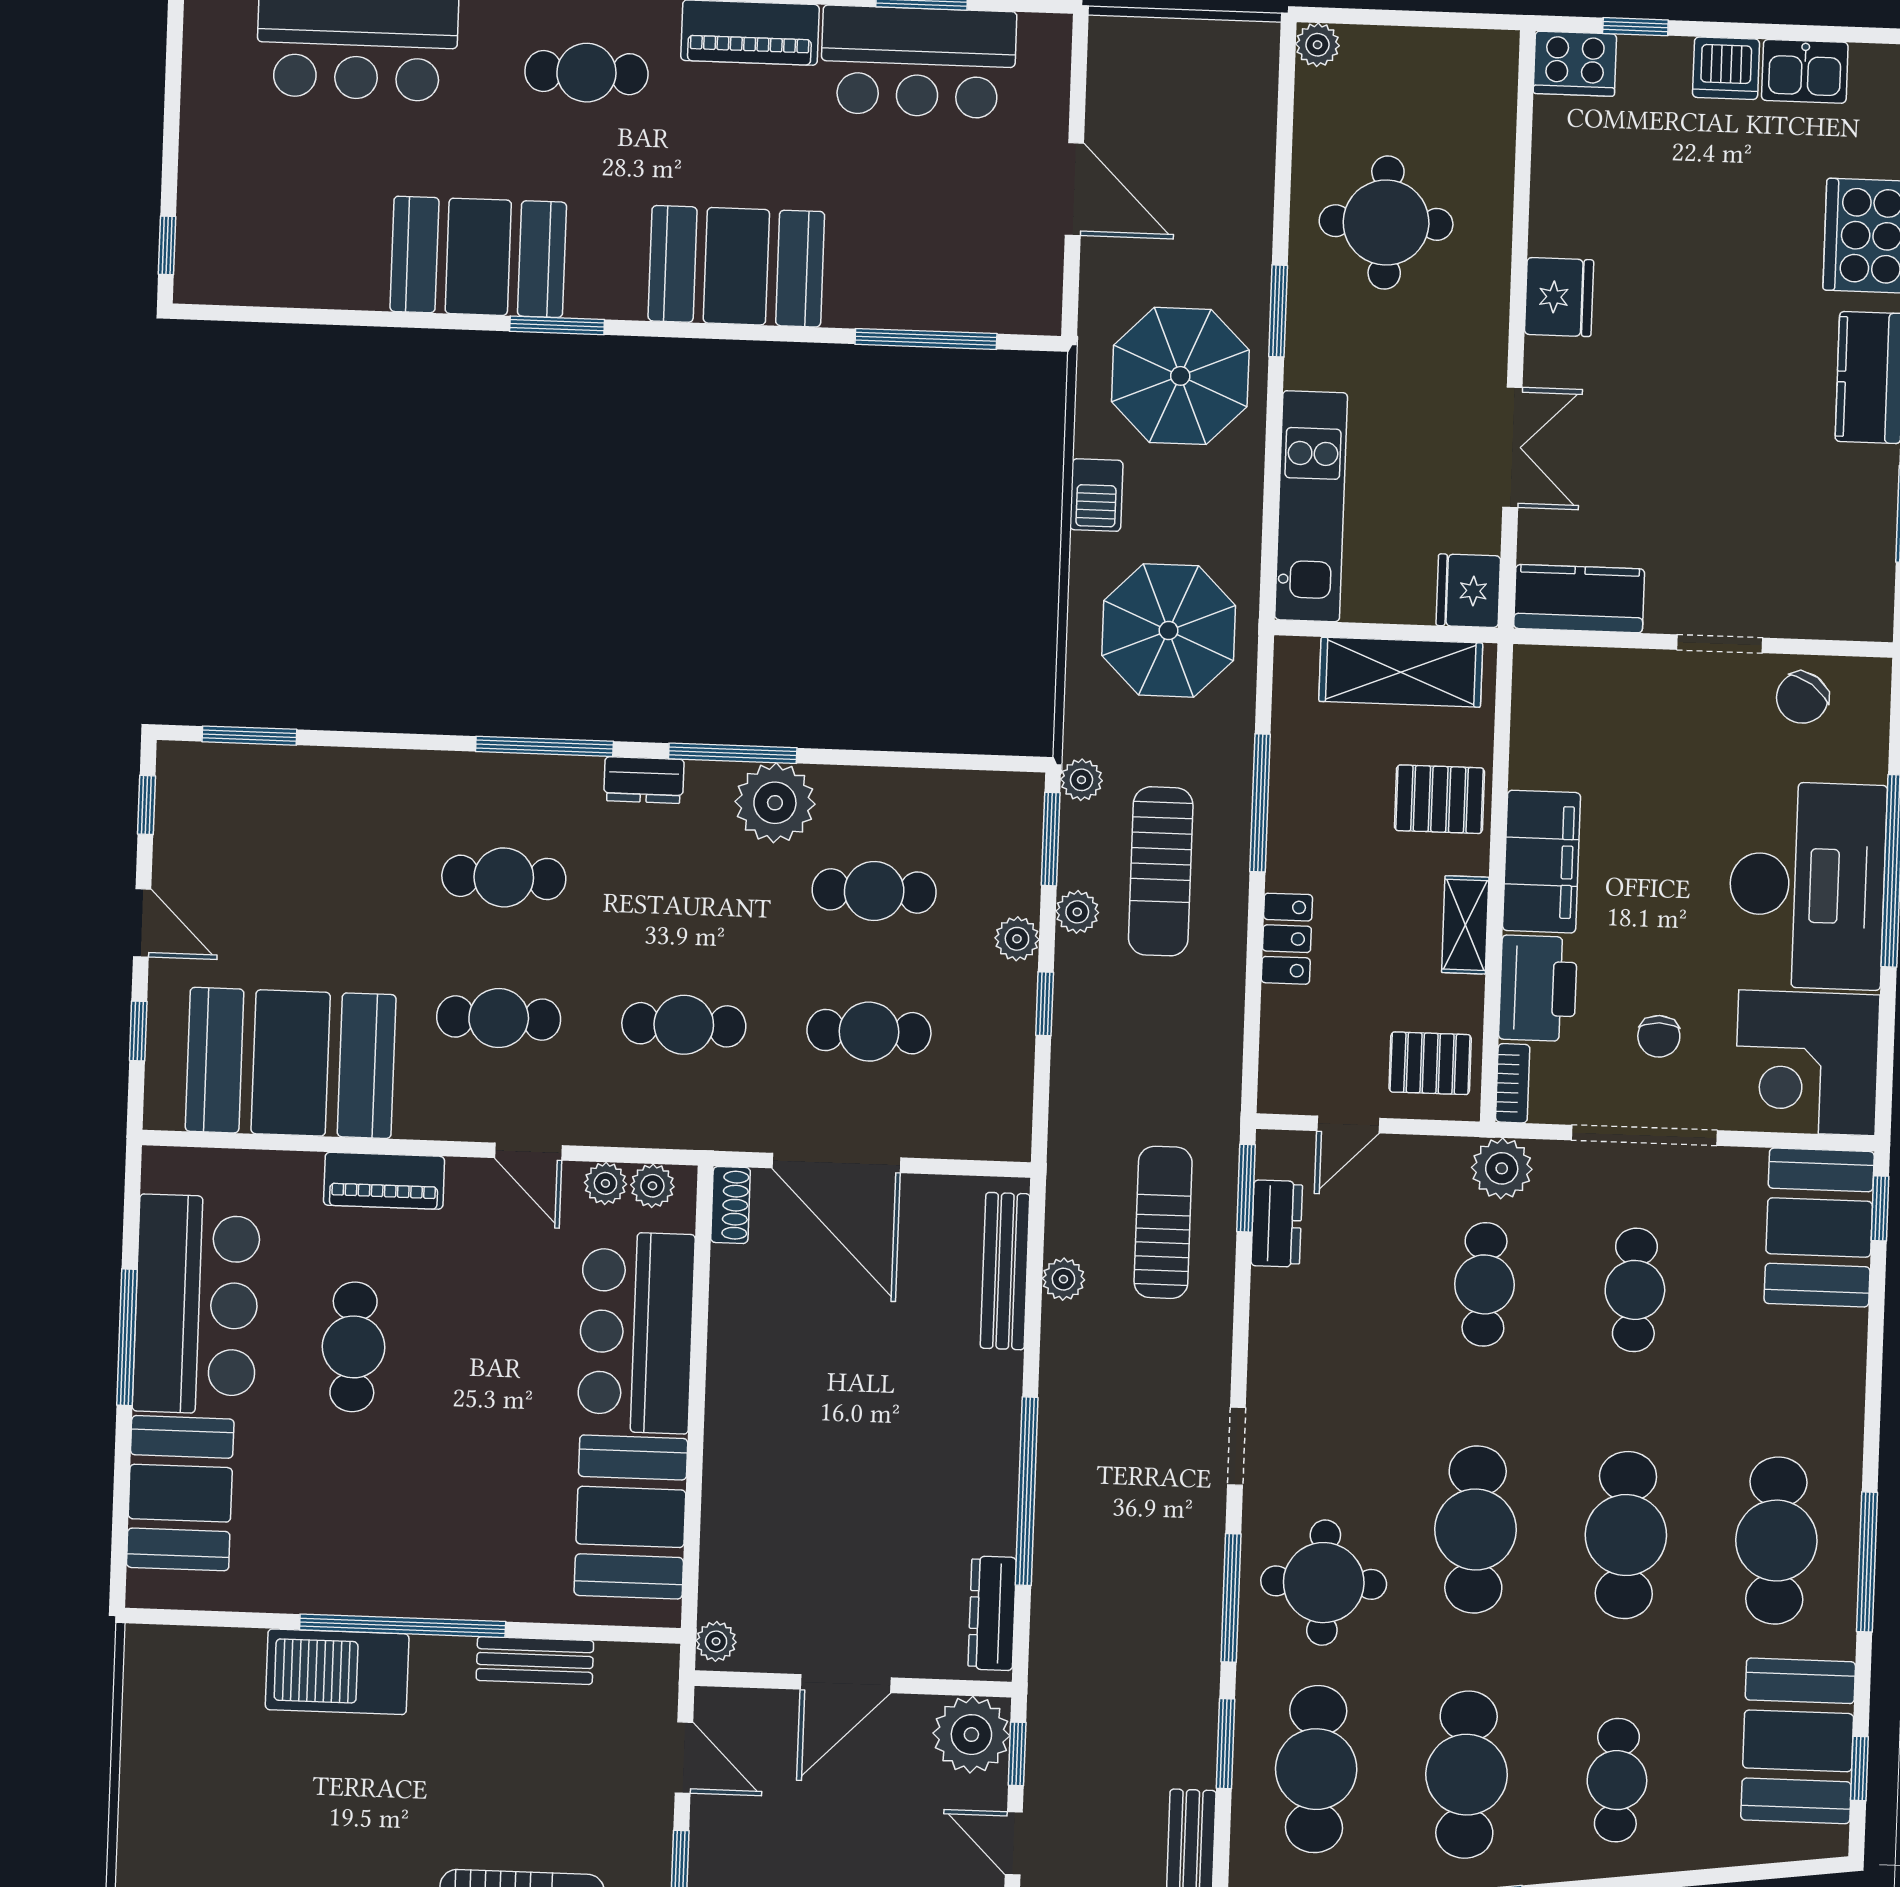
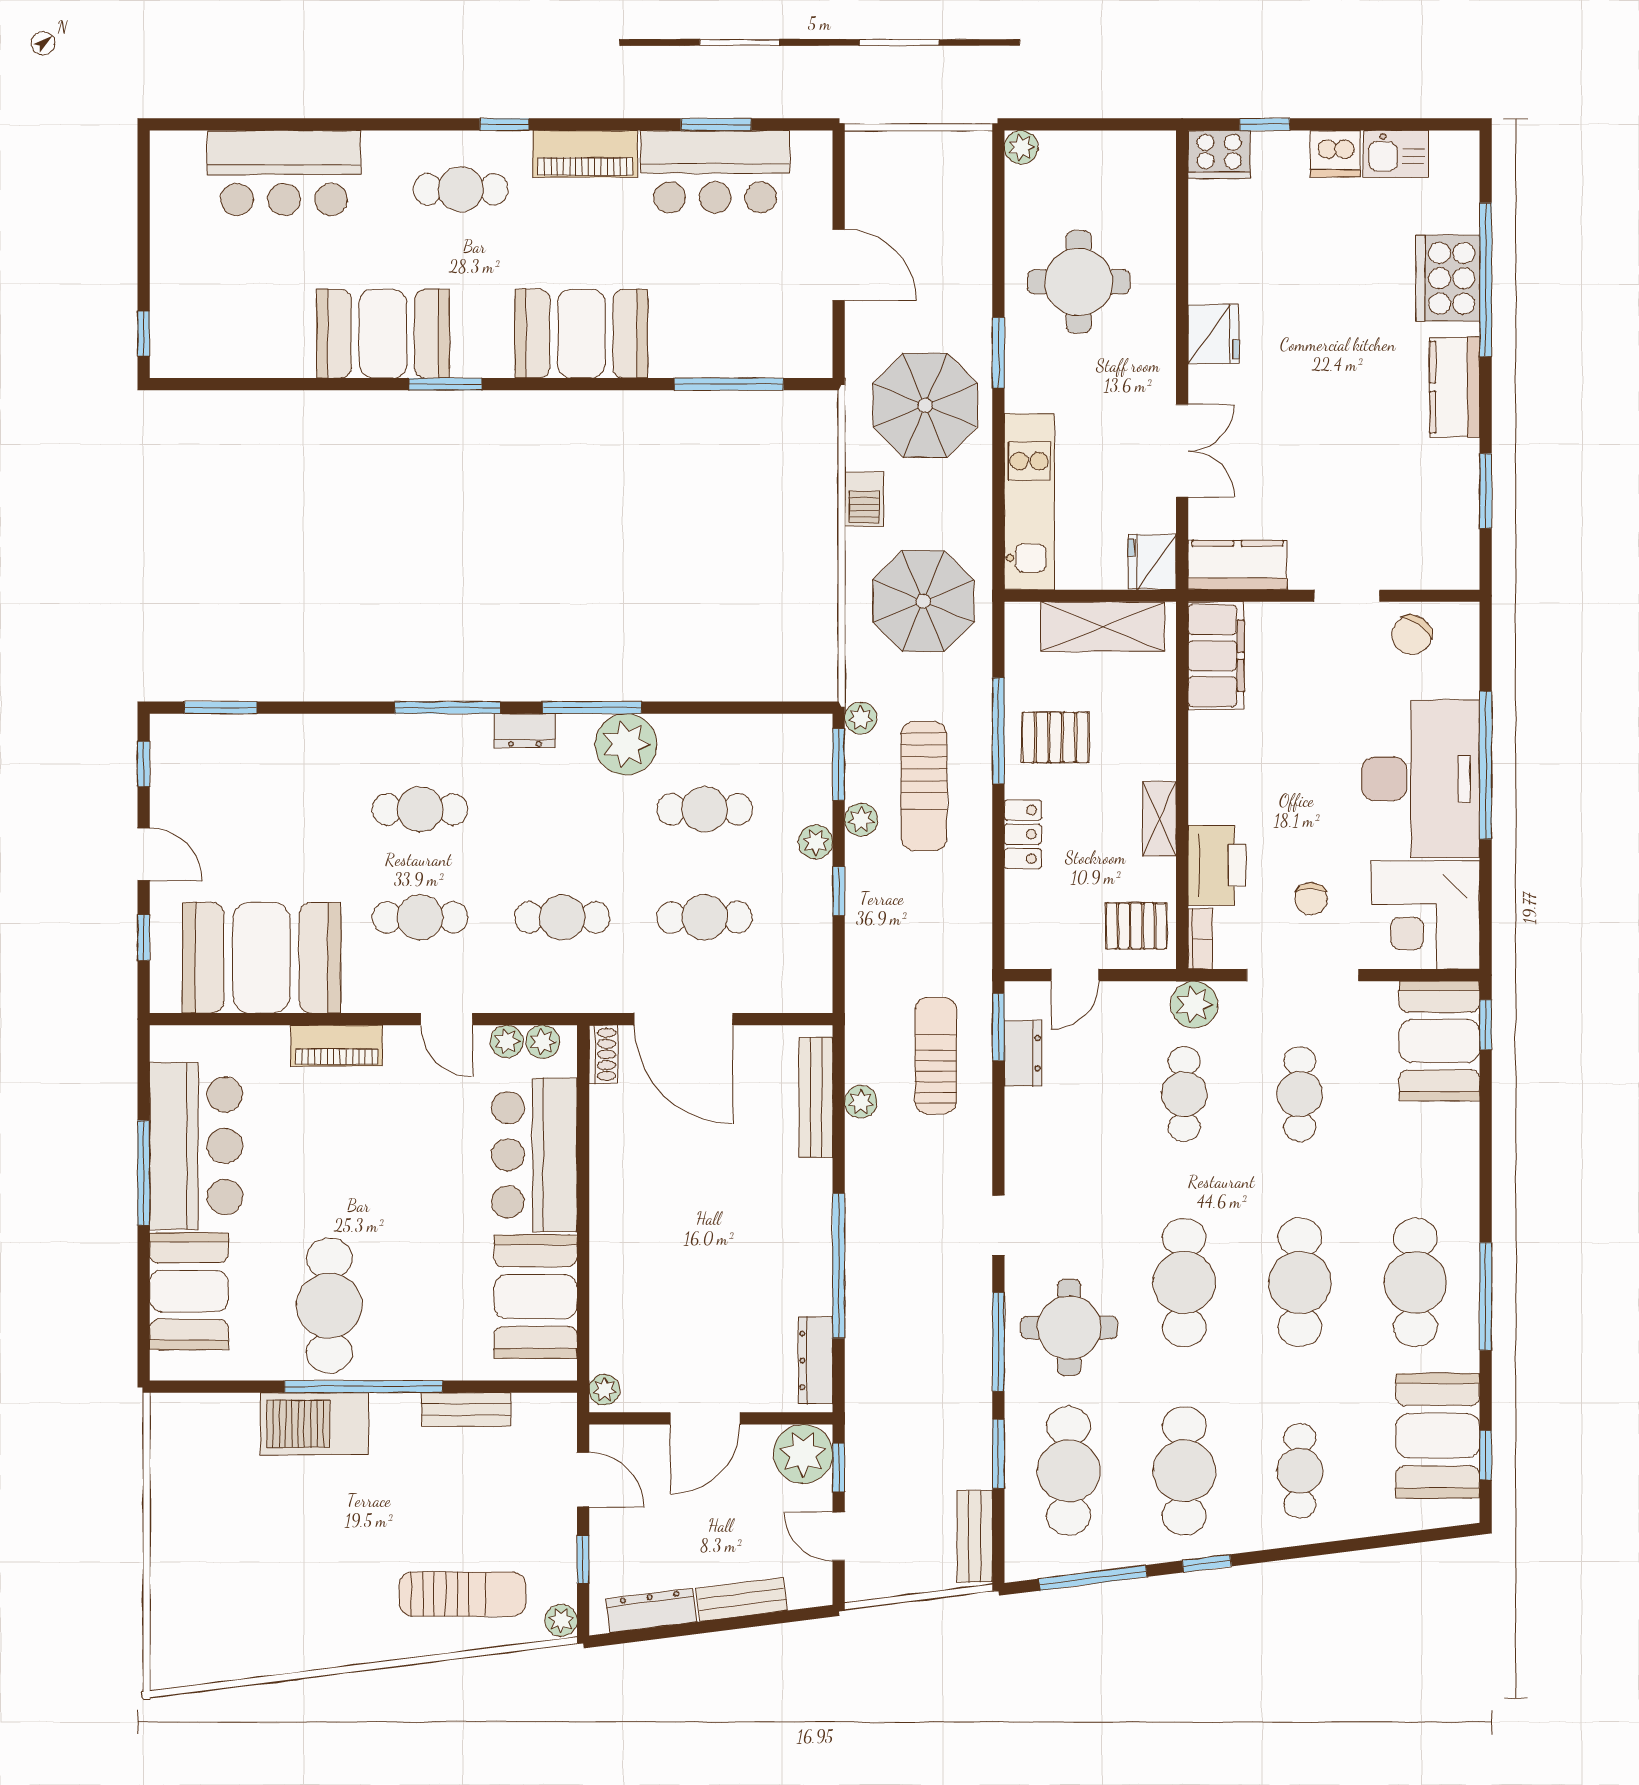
pallet: (1439, 799) -> (1055, 737), moved
filing cabinet: (1542, 862) -> (1216, 656), moved
cafe table: (353, 1347) -> (329, 1306), moved, width x1.37, depth x1.35

